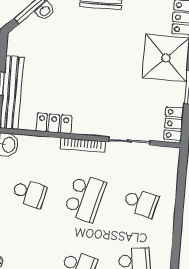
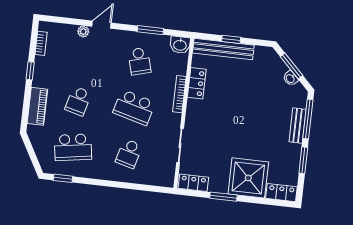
bookcase: (83, 145) -> (179, 94), moved
school desk: (29, 193) -> (139, 61), turned -30

